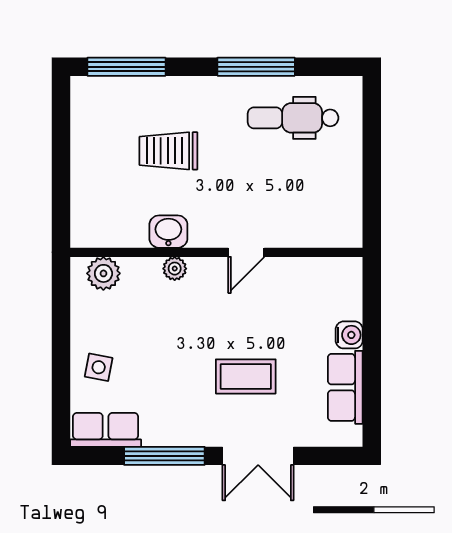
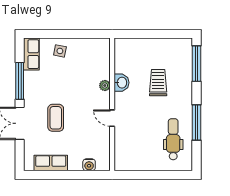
plant: (103, 273) -> (103, 53), removed
water cooler: (349, 335) -> (89, 165), moved

